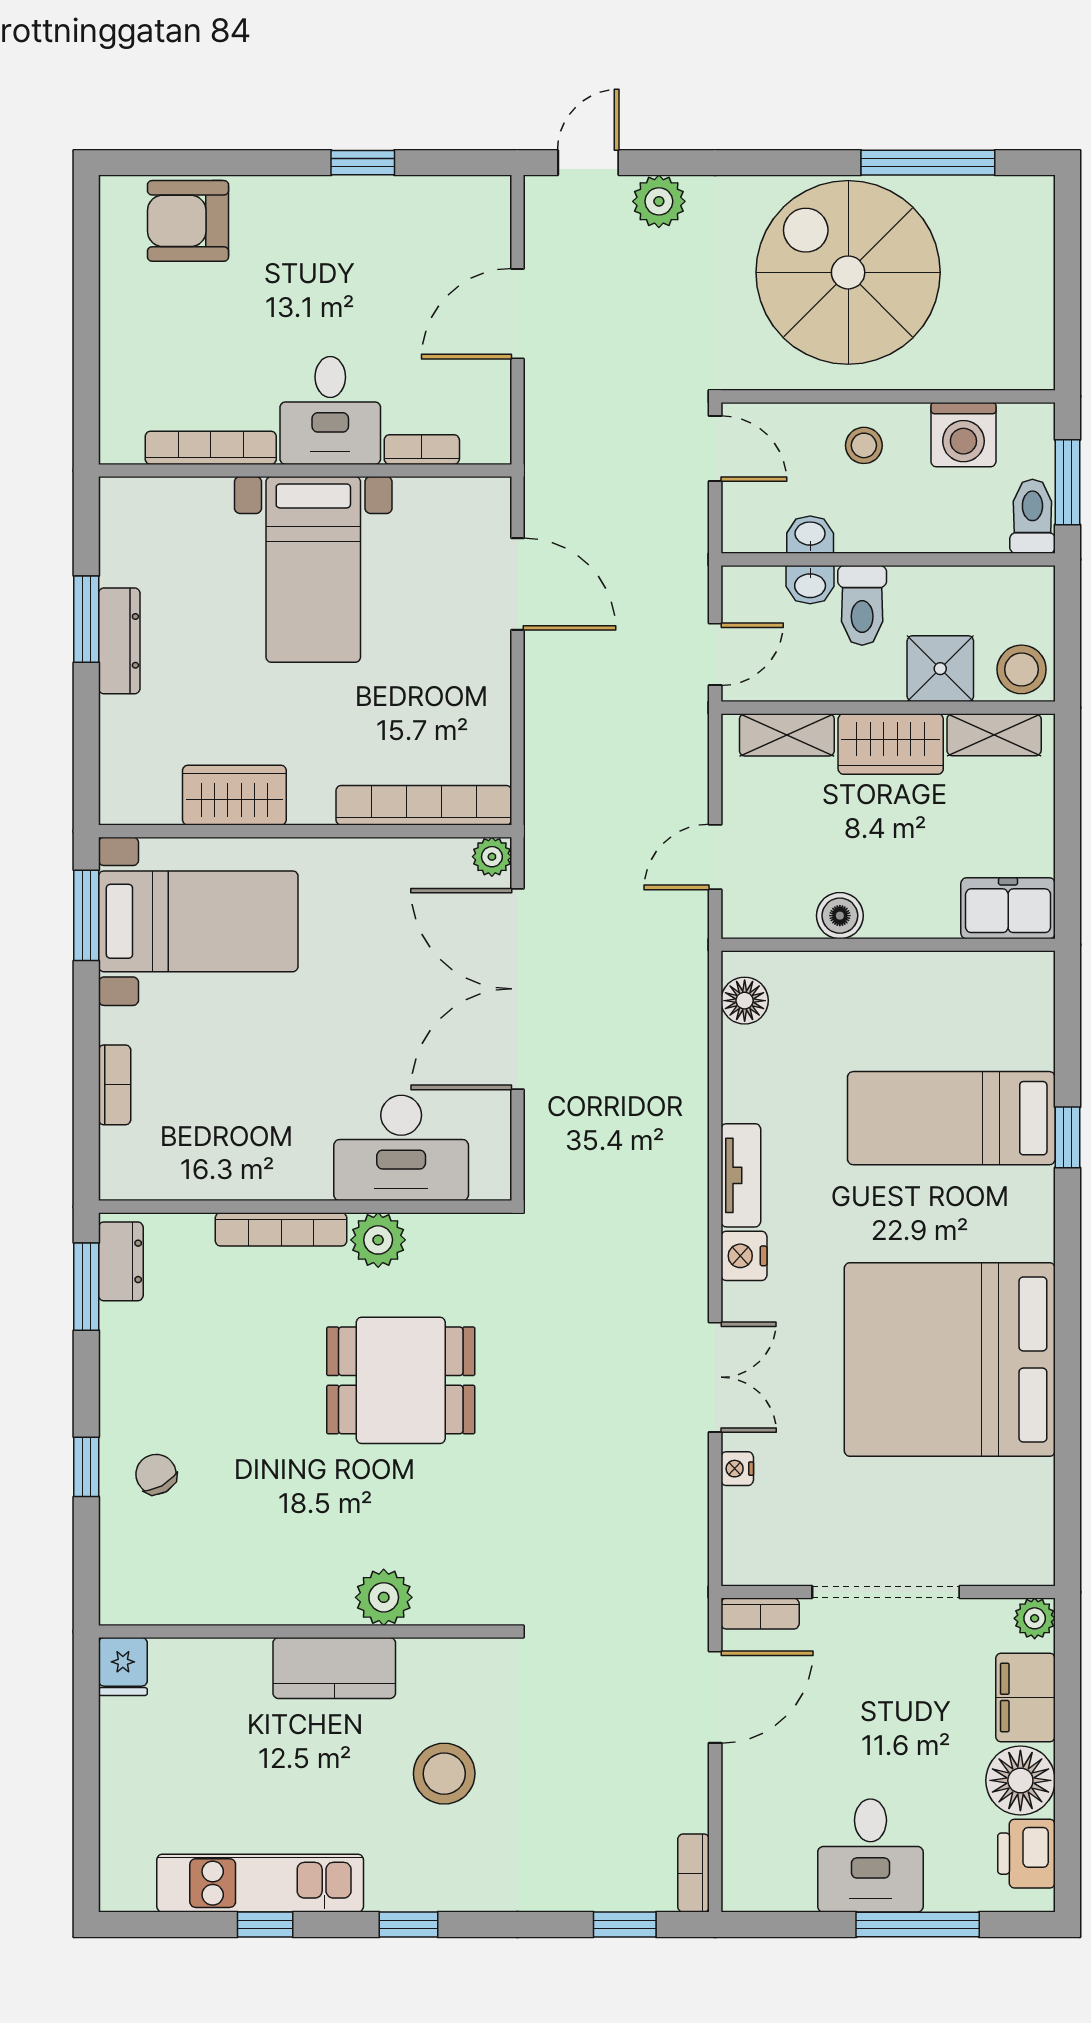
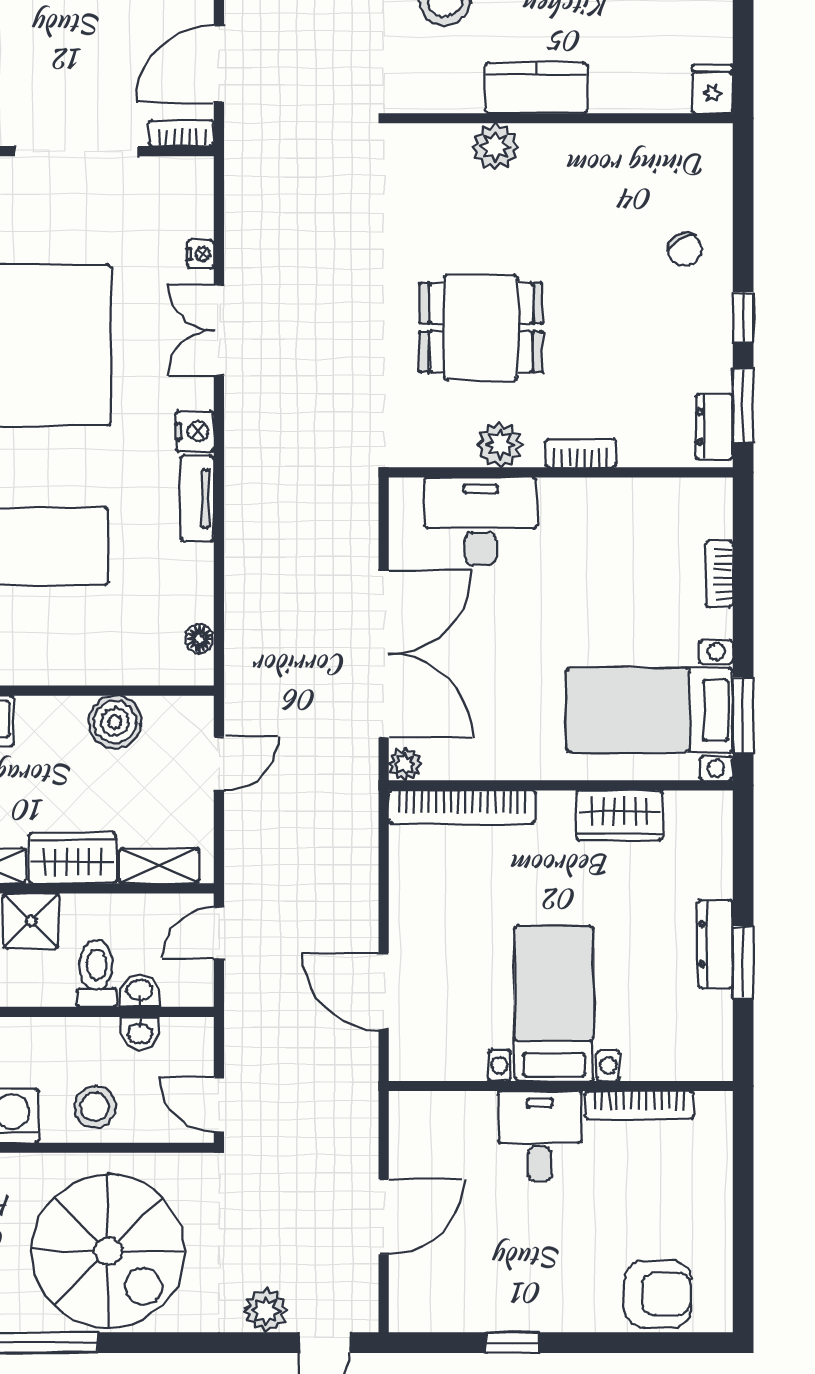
stool: (864, 445) -> (95, 1107), width x1.37, depth x1.37
bookcase: (422, 450) -> (463, 1103), removed
boiler: (840, 916) -> (115, 722), width x1.36, depth x1.36
floor lamp: (745, 1001) -> (200, 639), width x0.73, depth x0.73
bookcase: (281, 1229) -> (581, 453), width x0.64
window: (86, 1467) -> (743, 317), moved

